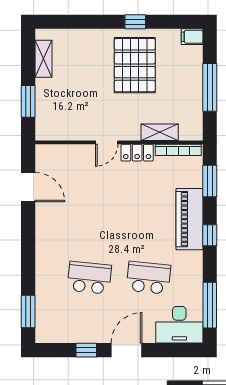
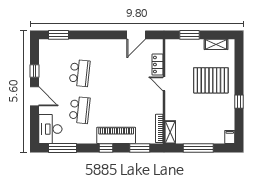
pallet: (135, 65) -> (211, 80), moved
shelving: (160, 132) -> (170, 132), moved
locker: (137, 153) -> (158, 65), moved

